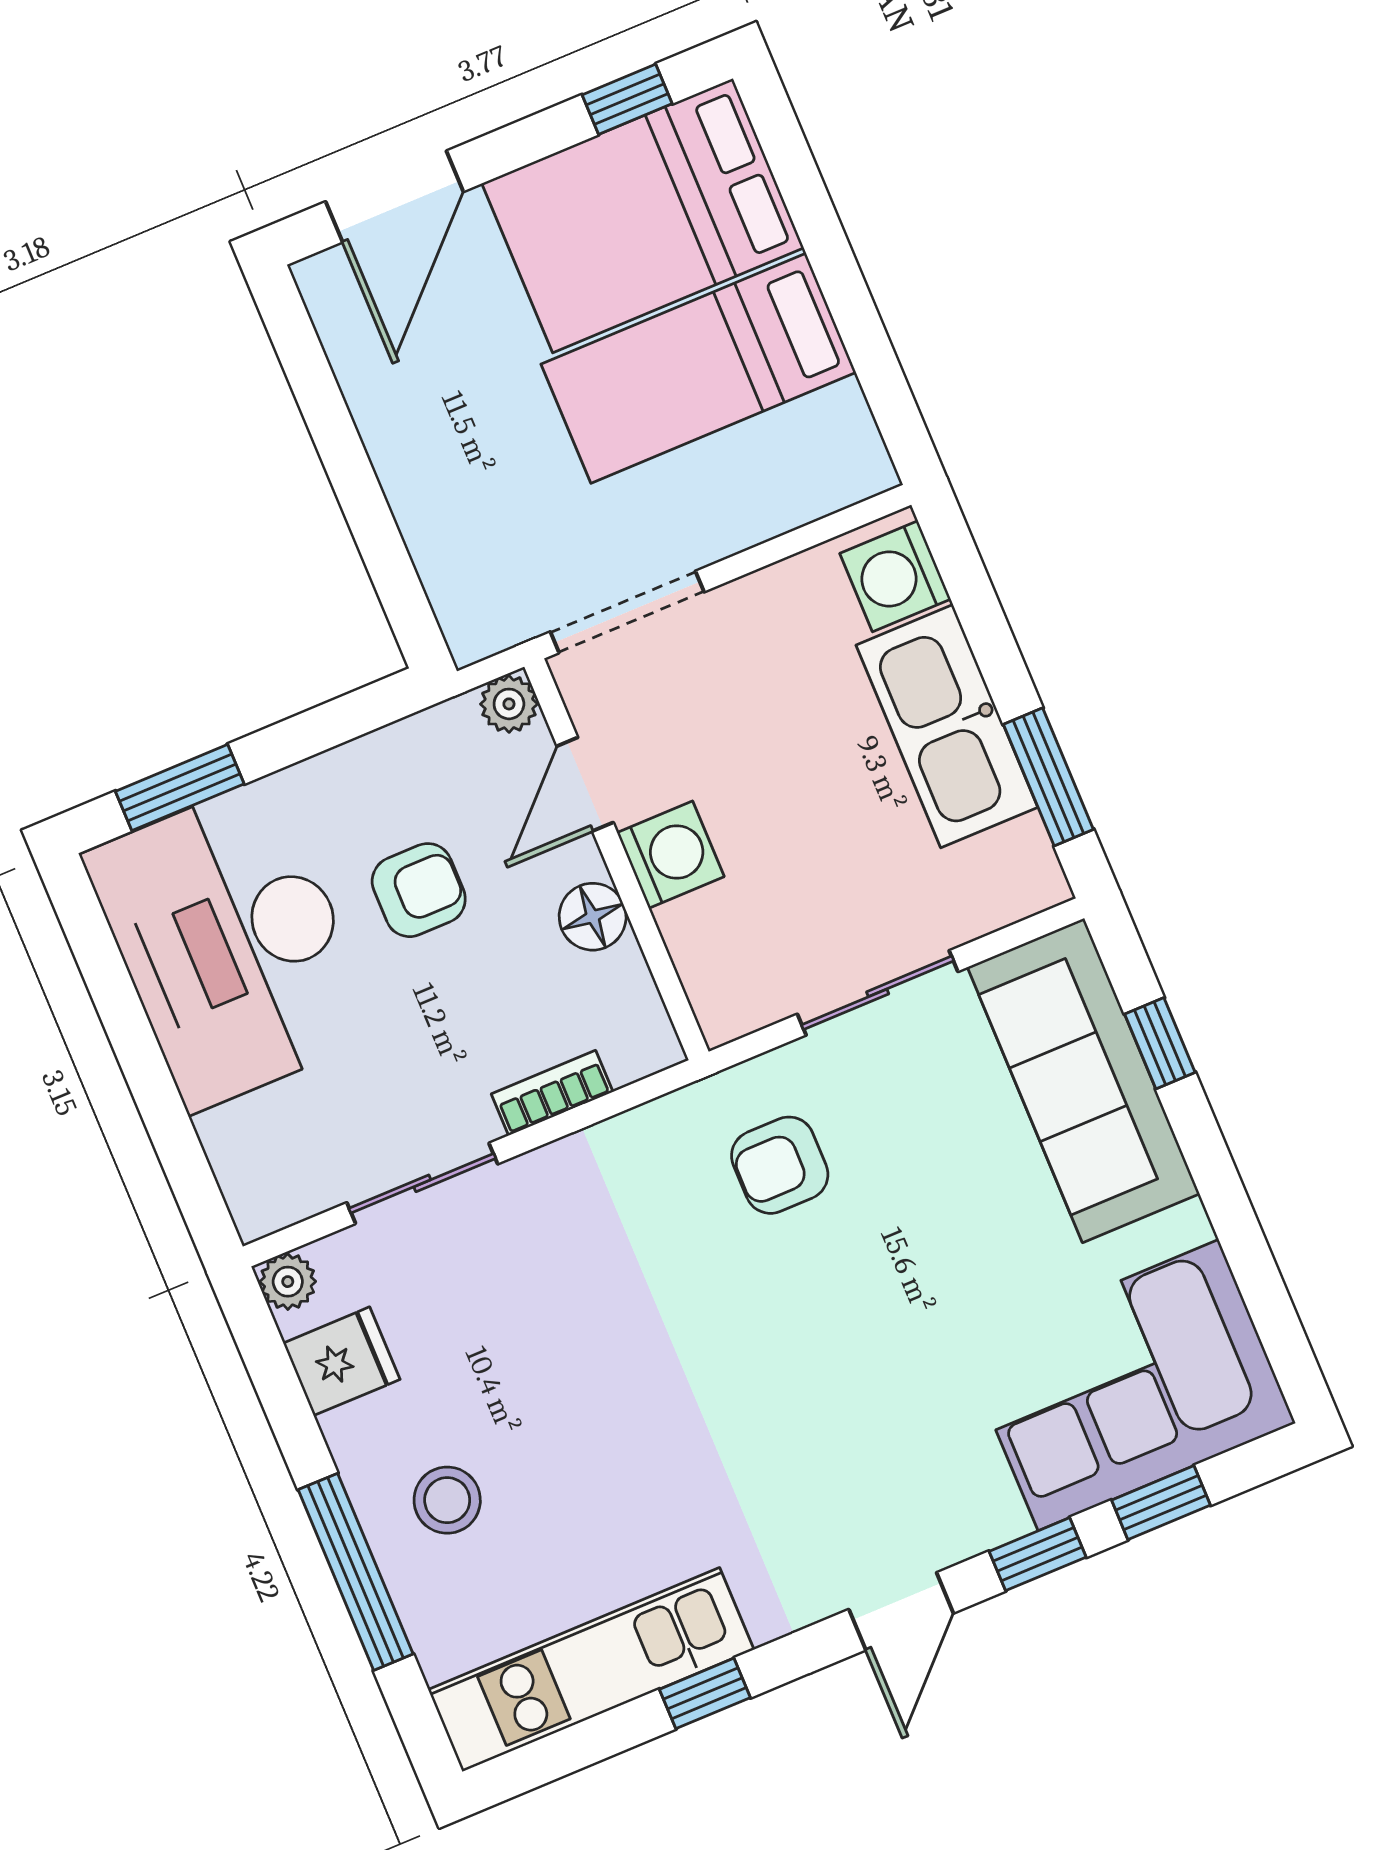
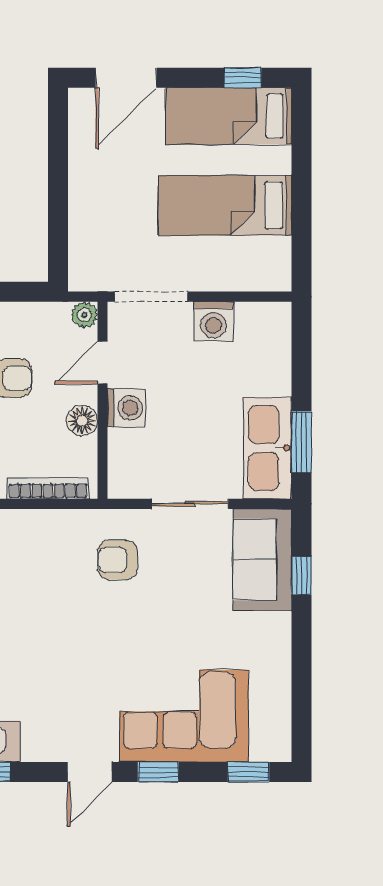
bed: (643, 216) -> (229, 116), width x0.67
washing machine: (895, 576) -> (213, 321), moved, turned -90
kitchen sink: (947, 726) -> (267, 448), moved
sofa: (1083, 1080) -> (262, 560), width x0.73
bookcase: (552, 1093) -> (48, 488), width x1.56
corner sofa: (1128, 1385) -> (184, 716), moved
window: (1161, 1503) -> (249, 772), moved

